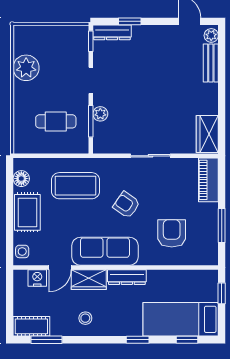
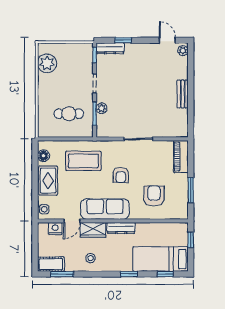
bench: (211, 63) -> (183, 94), moved
plant: (26, 68) -> (47, 63), moved
wardrobe: (207, 134) -> (180, 123), removed
armchair: (126, 205) -> (121, 175), turned -125

